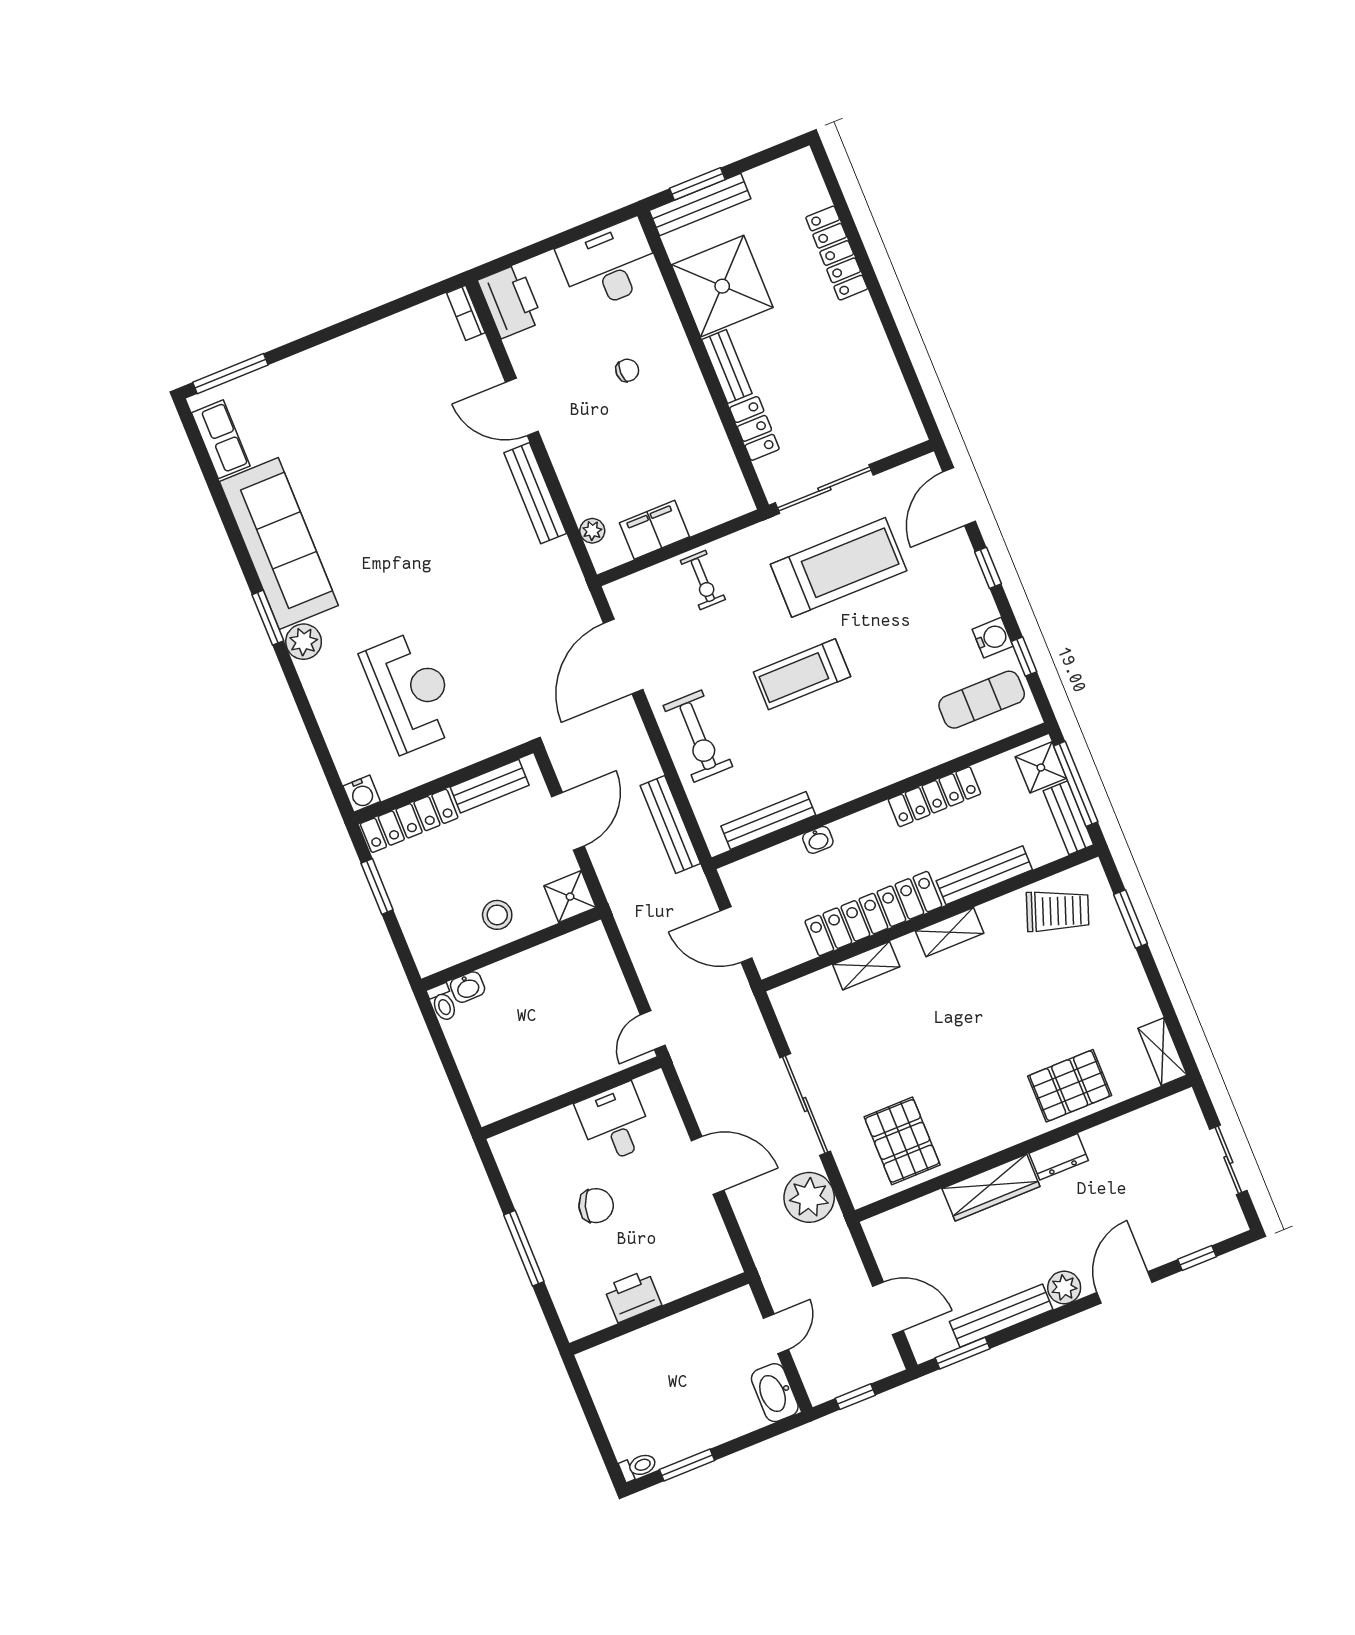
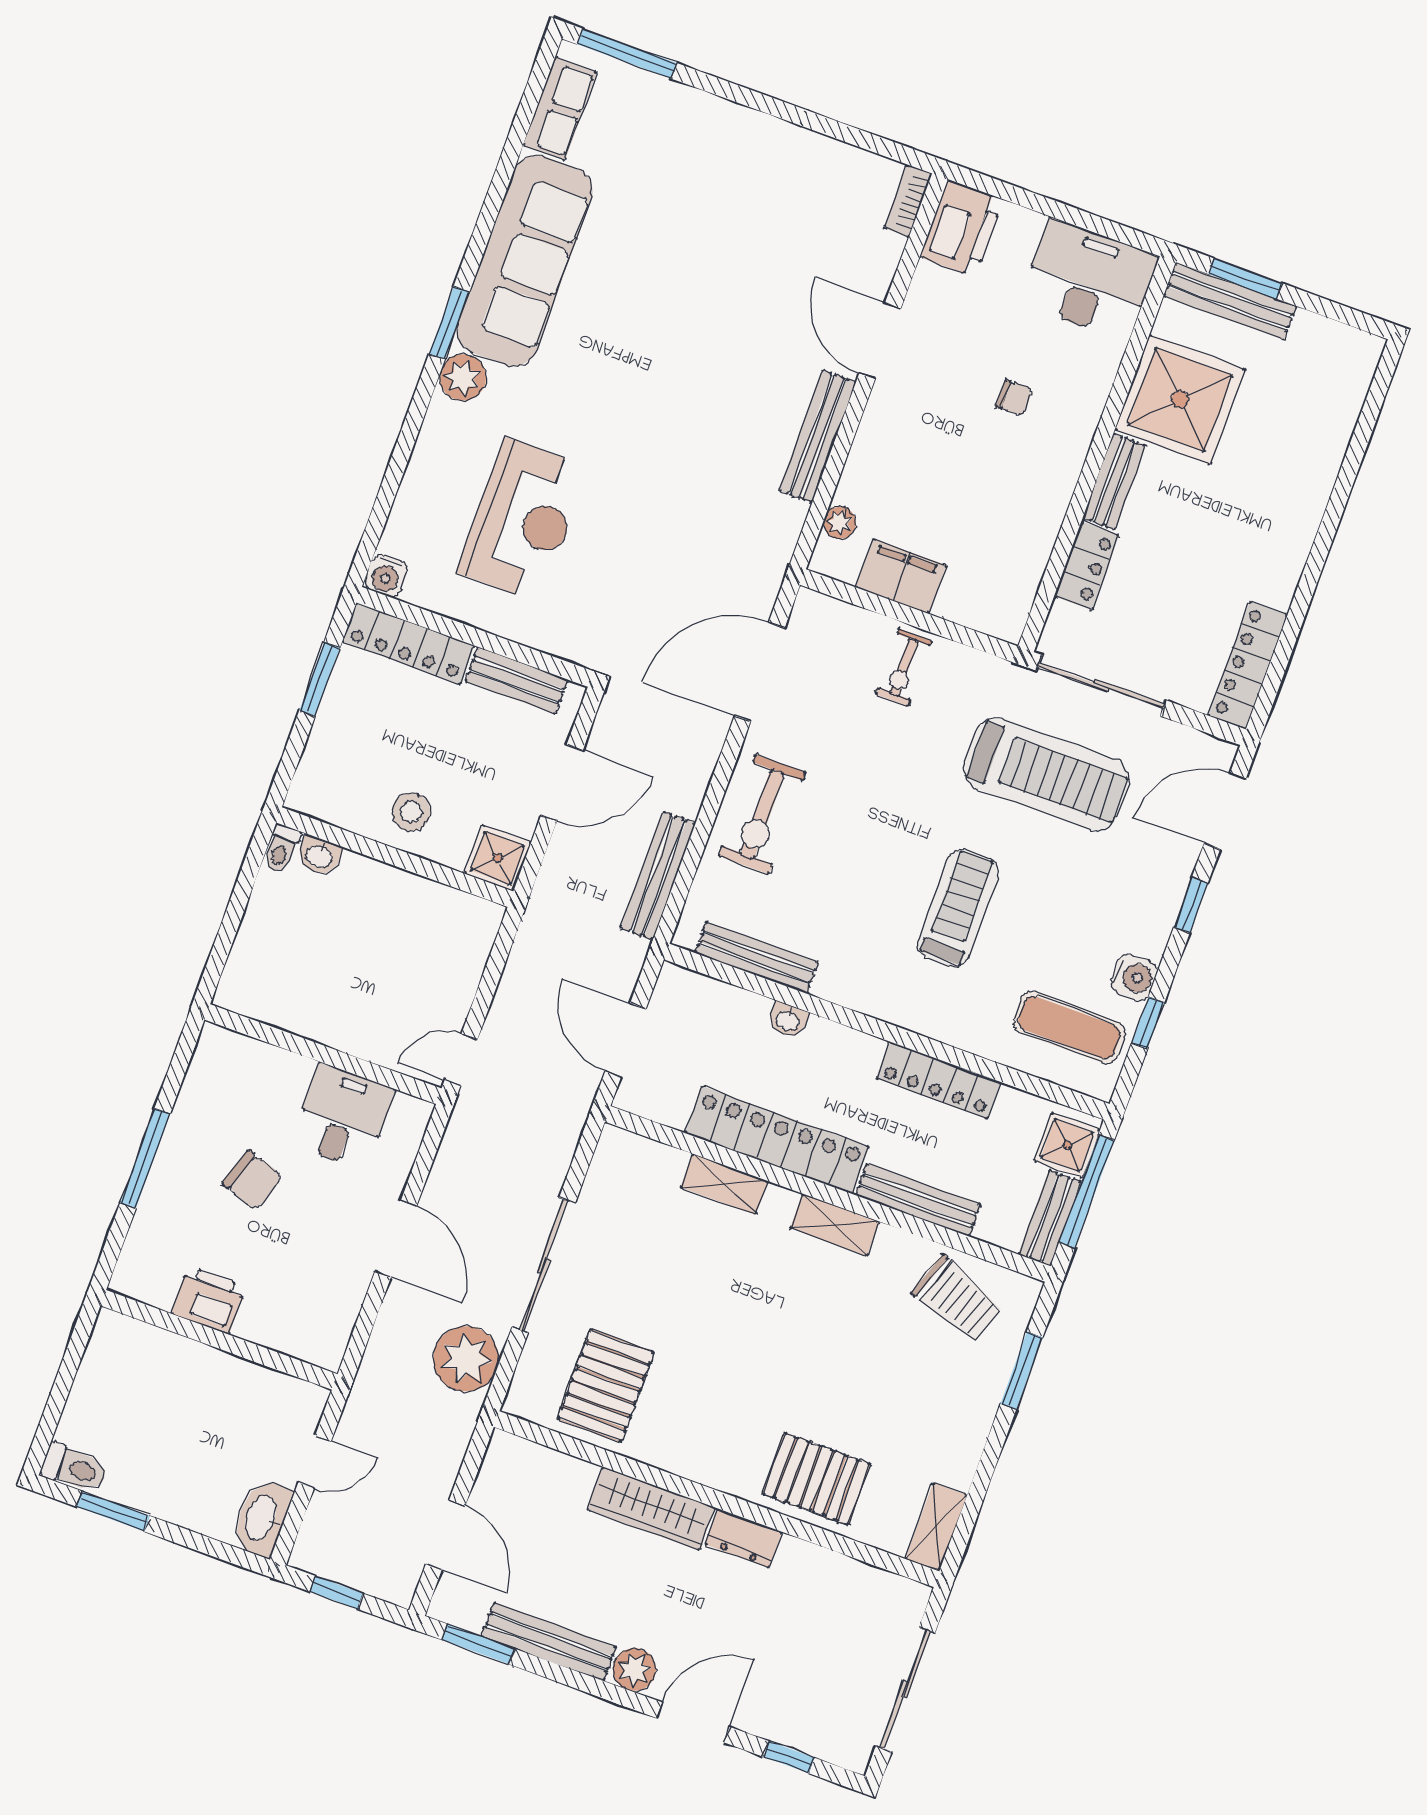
locker: (837, 253) -> (1248, 665), moved
treadmill: (802, 674) -> (958, 908), moved, turned 90
sliding door: (1228, 1160) -> (905, 1690), width x1.37
toilet: (638, 1467) -> (75, 1468), width x1.37, depth x1.39

